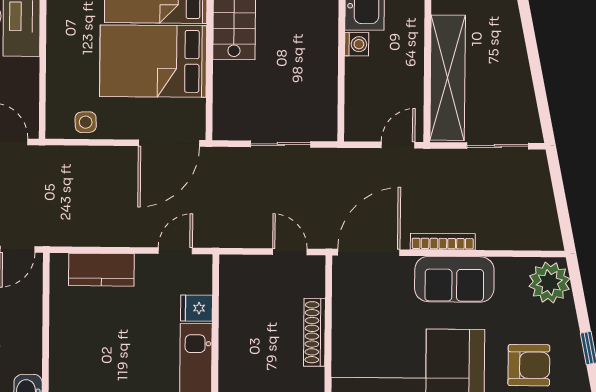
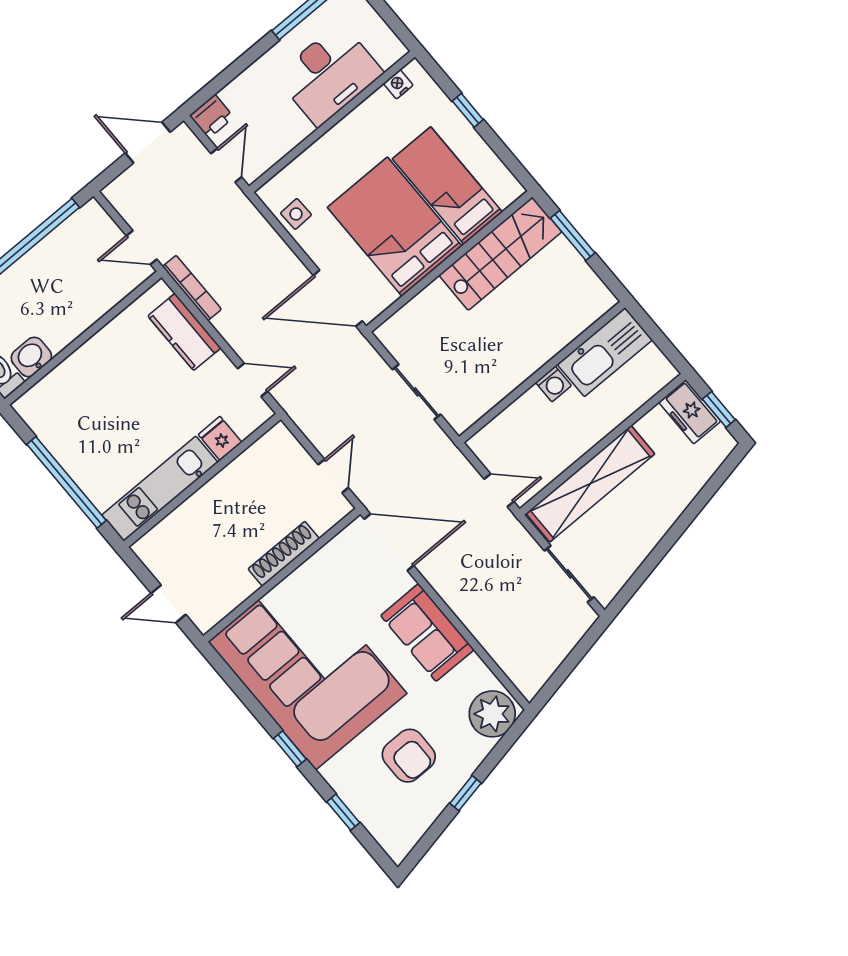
bookcase: (443, 242) -> (192, 288), moved

